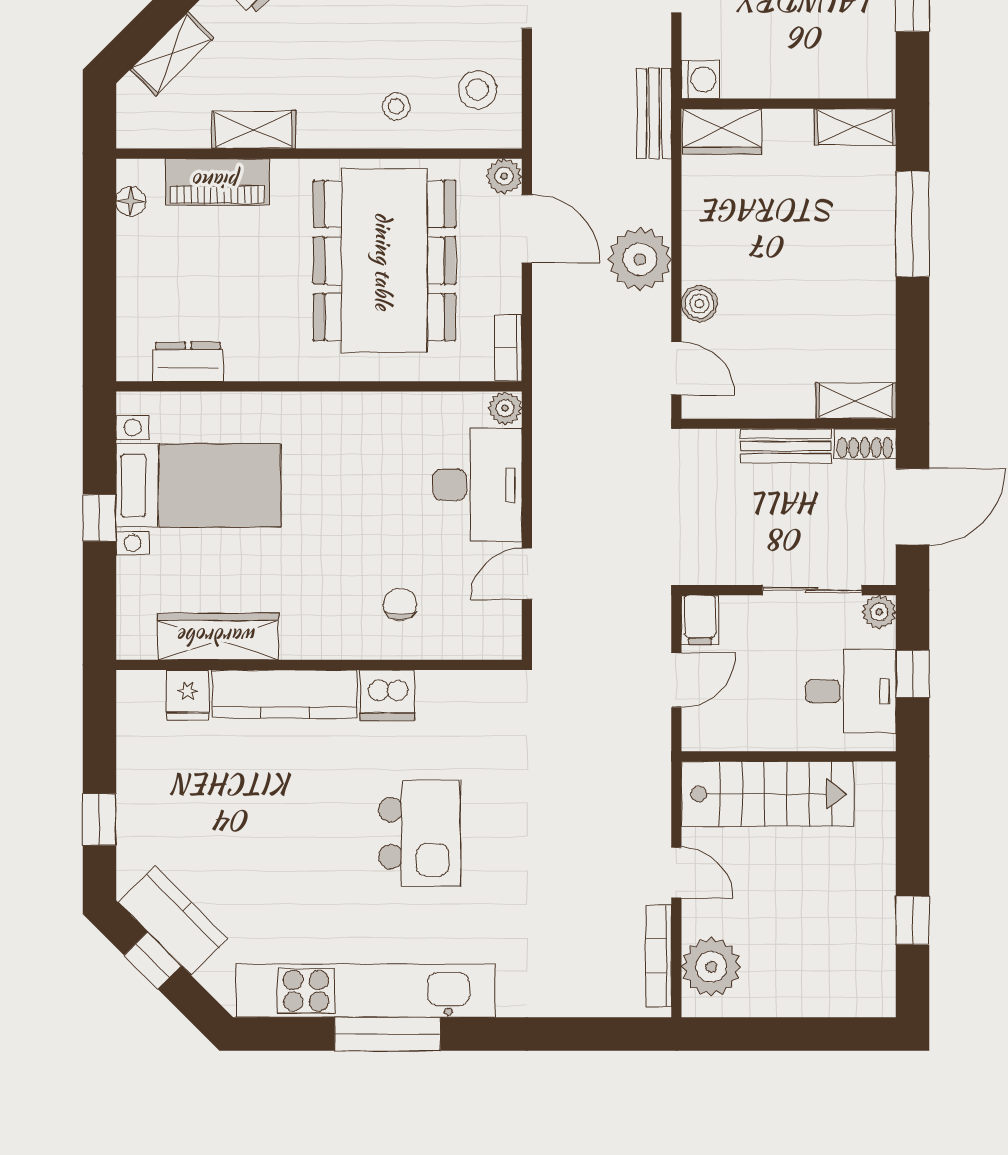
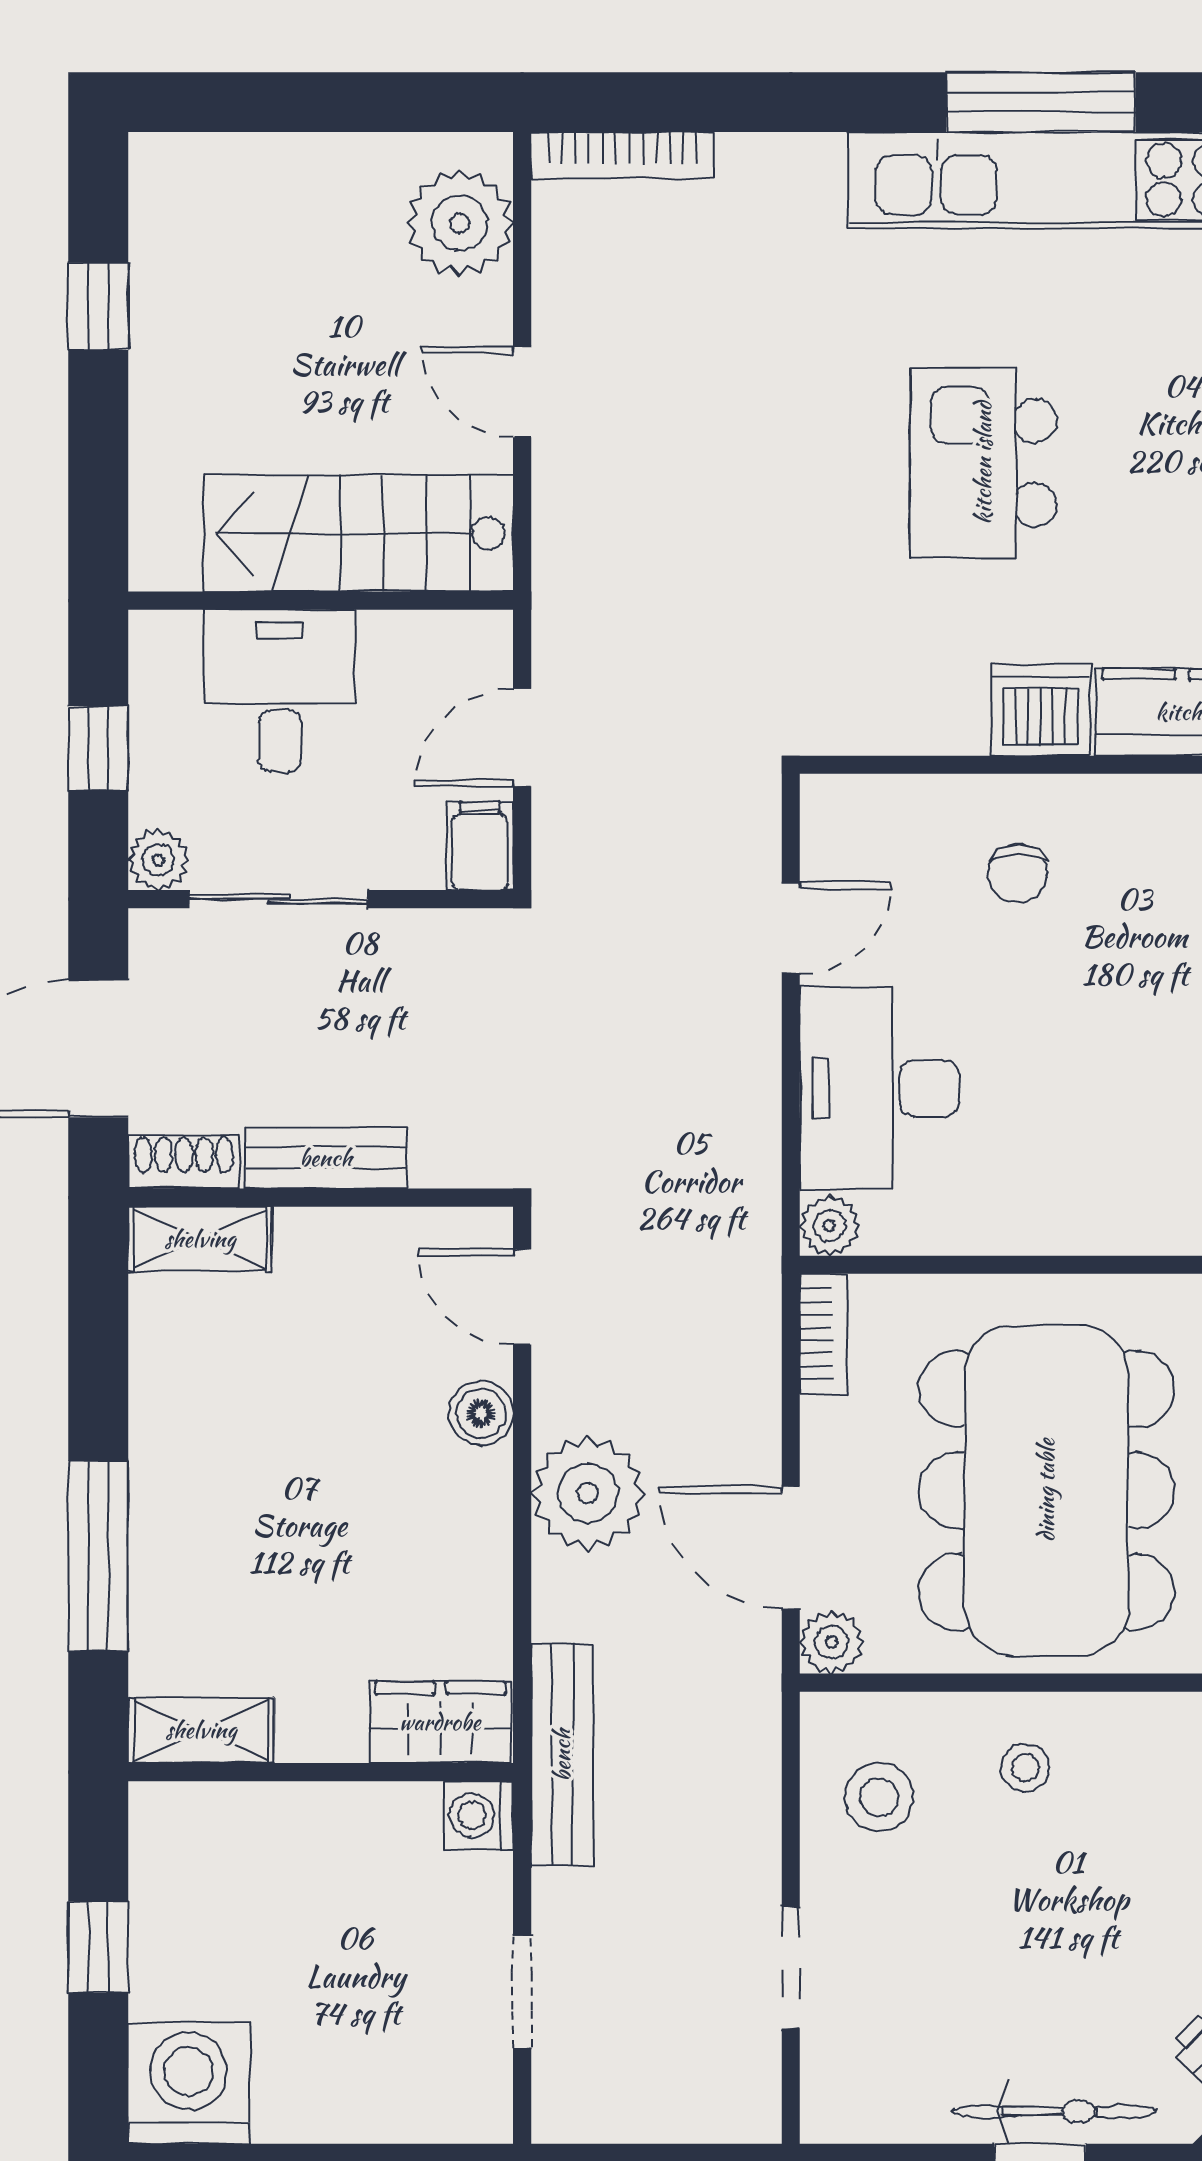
bench: (654, 113) -> (562, 1755), width x1.36
desk: (851, 691) -> (280, 691), moved, turned 90
bookcase: (658, 956) -> (622, 155), moved, turned 90

